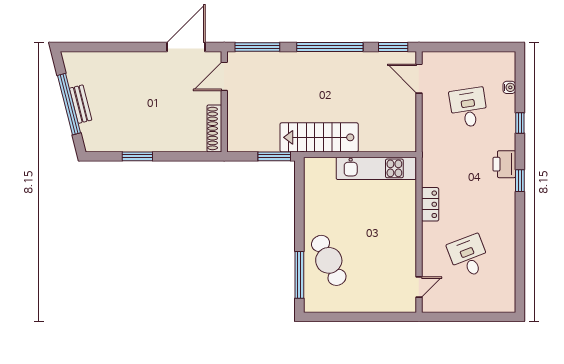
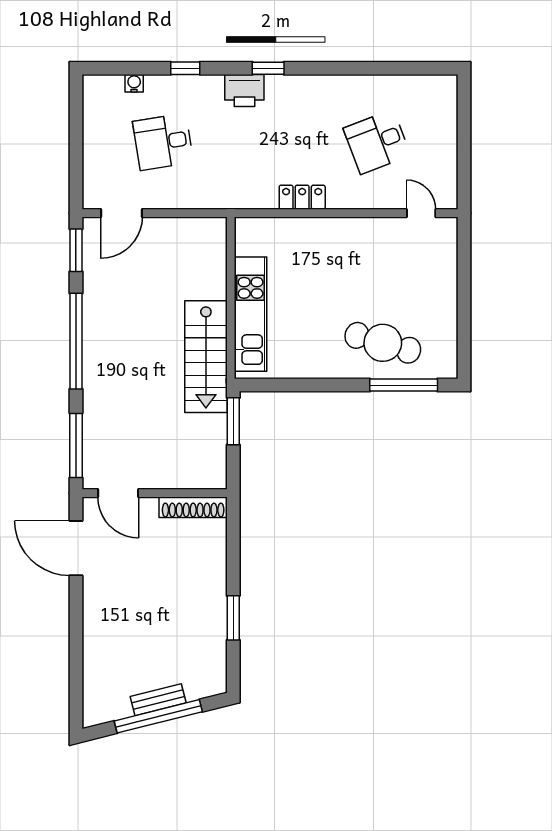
kitchen unit: (376, 168) -> (251, 314), moved
cafe table: (329, 260) -> (383, 343), turned 42

